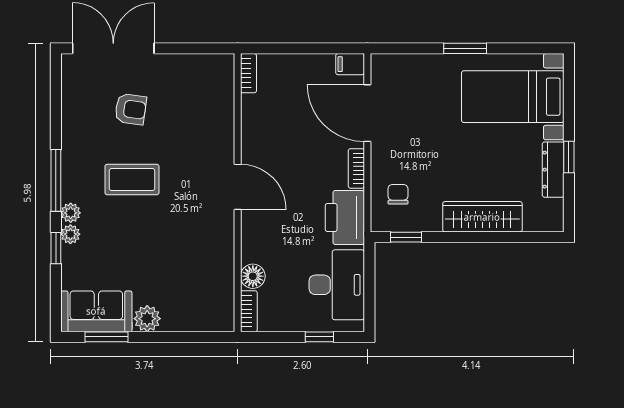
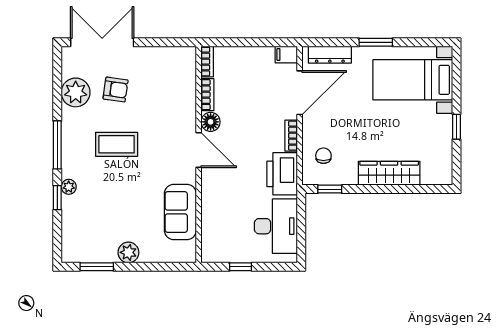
door: (367, 113) -> (300, 93), swing flipped
dresser: (553, 170) -> (330, 55), moved, turned -90
plant: (71, 213) -> (76, 92), moved, width x1.88, depth x1.88
floor lamp: (253, 276) -> (211, 122), moved
sofa: (96, 311) -> (180, 212), moved, turned -90
bookcase: (249, 311) -> (207, 95), moved
window: (319, 337) -> (241, 267), moved

